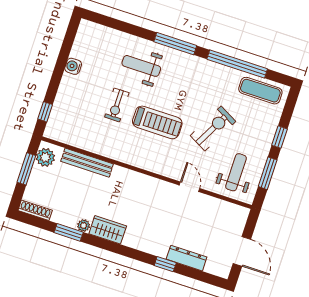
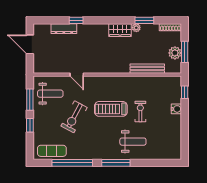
water cooler: (73, 66) -> (176, 109), moved
plant: (45, 157) -> (175, 53), moved
weight bench: (236, 172) -> (50, 94), turned -90

